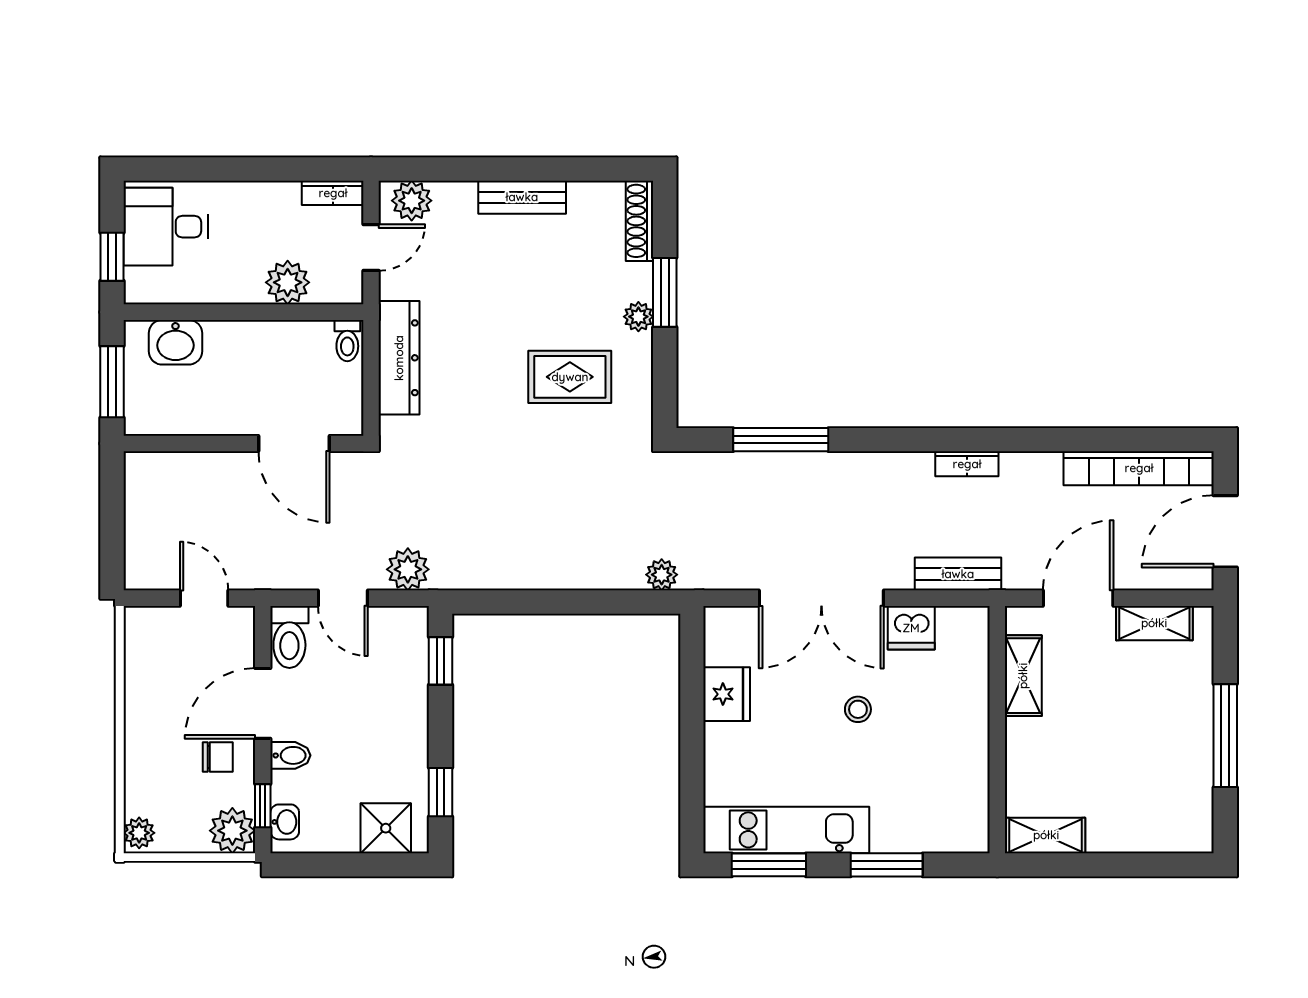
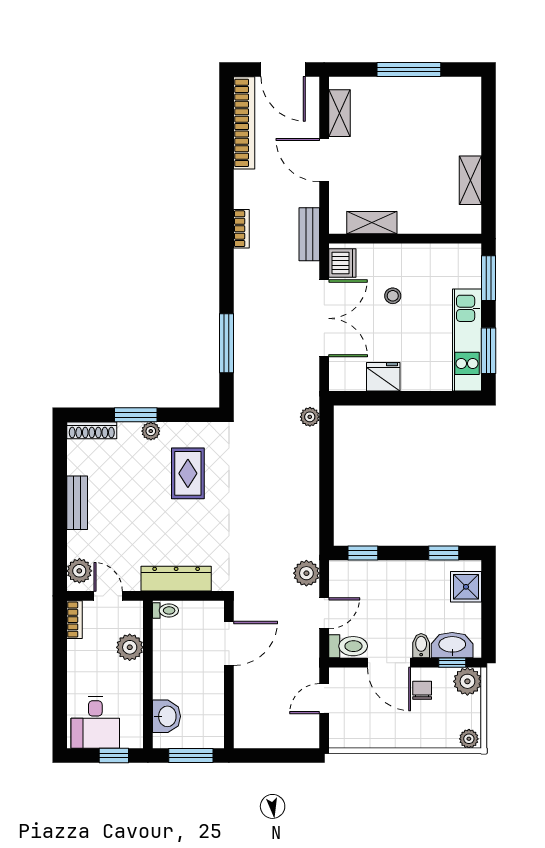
shelving: (1023, 676) -> (372, 223), moved
wall: (997, 730) -> (405, 239), moved
washbasin: (285, 822) -> (452, 645), width x1.91, depth x1.45

